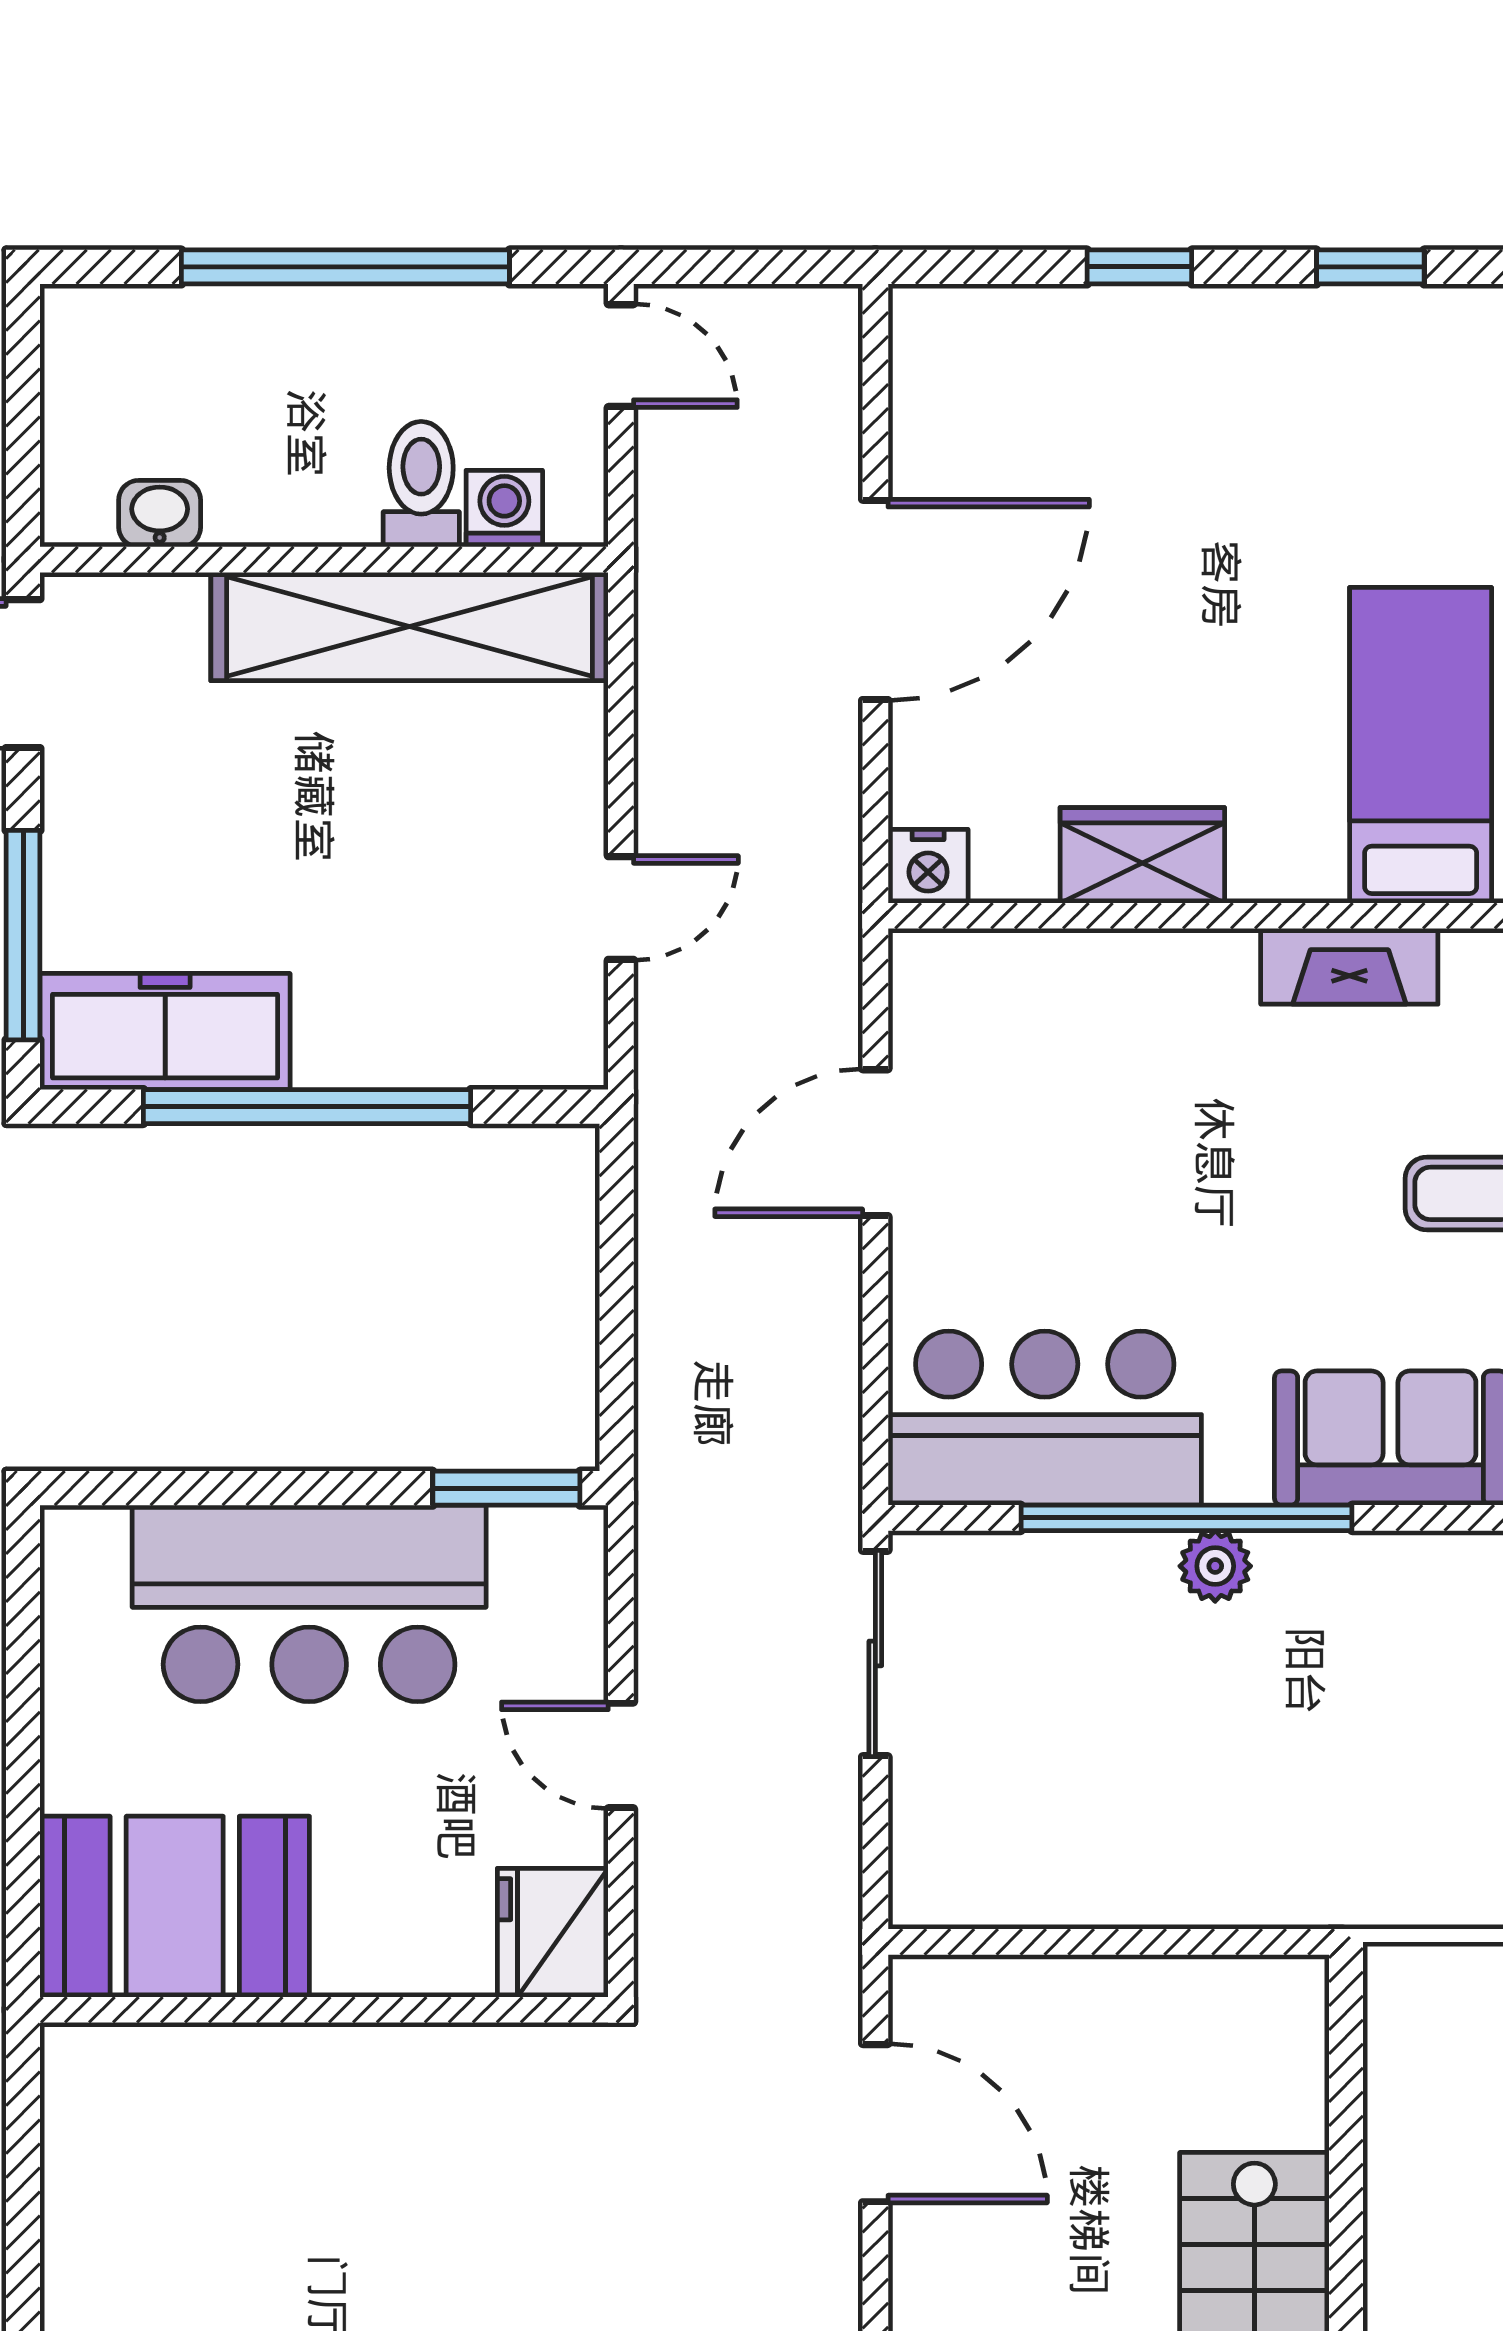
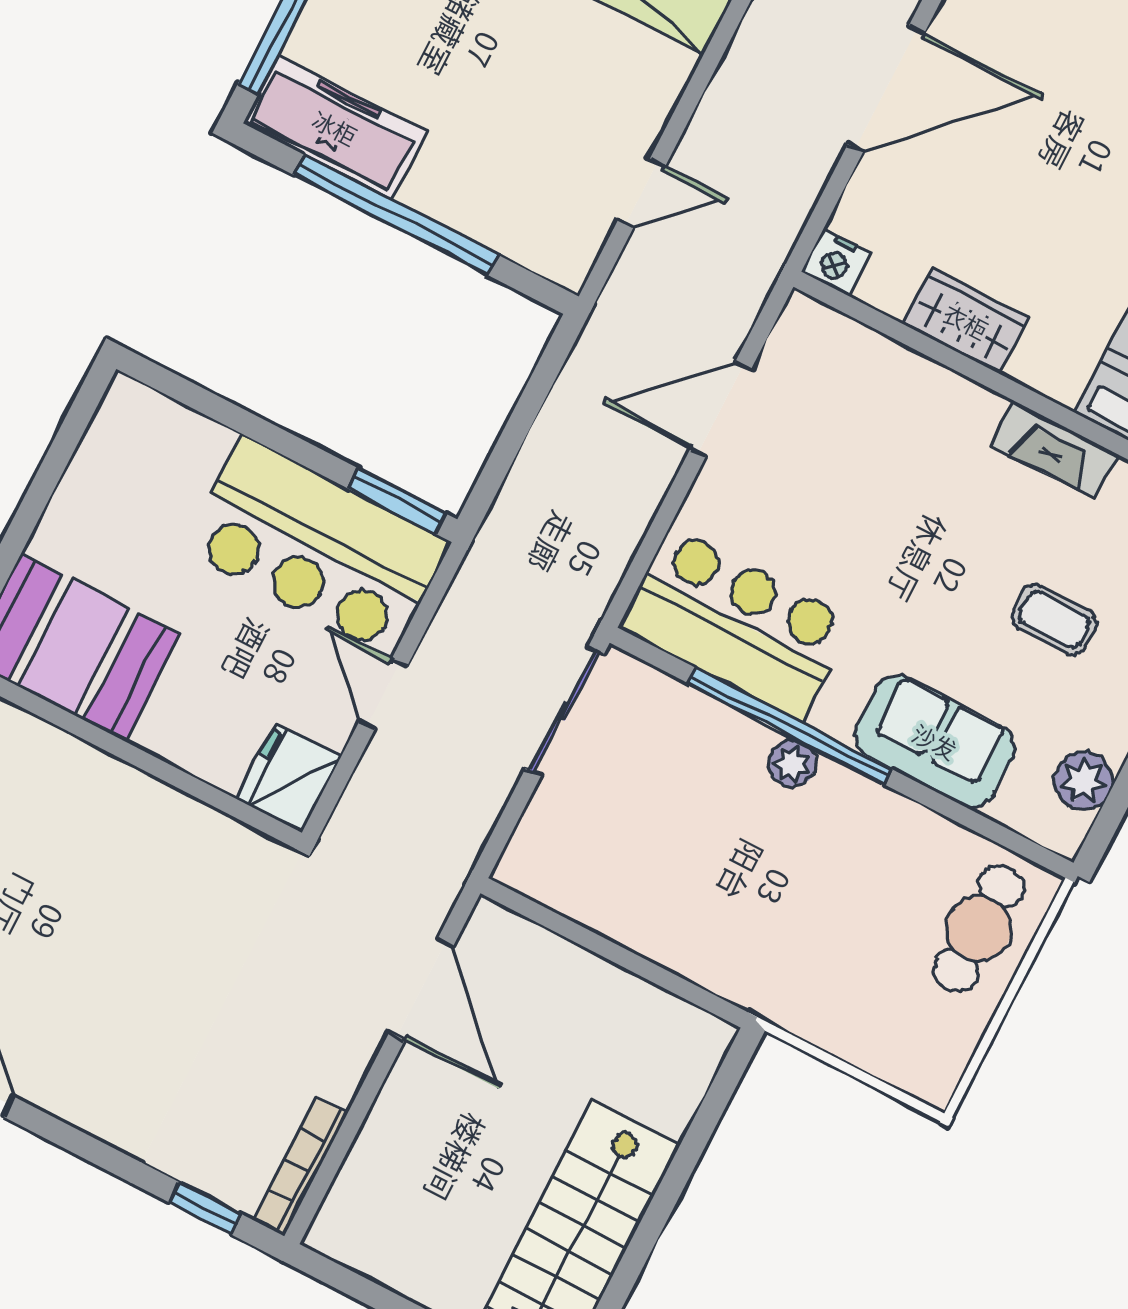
bar counter: (309, 1603) -> (317, 546), moved

